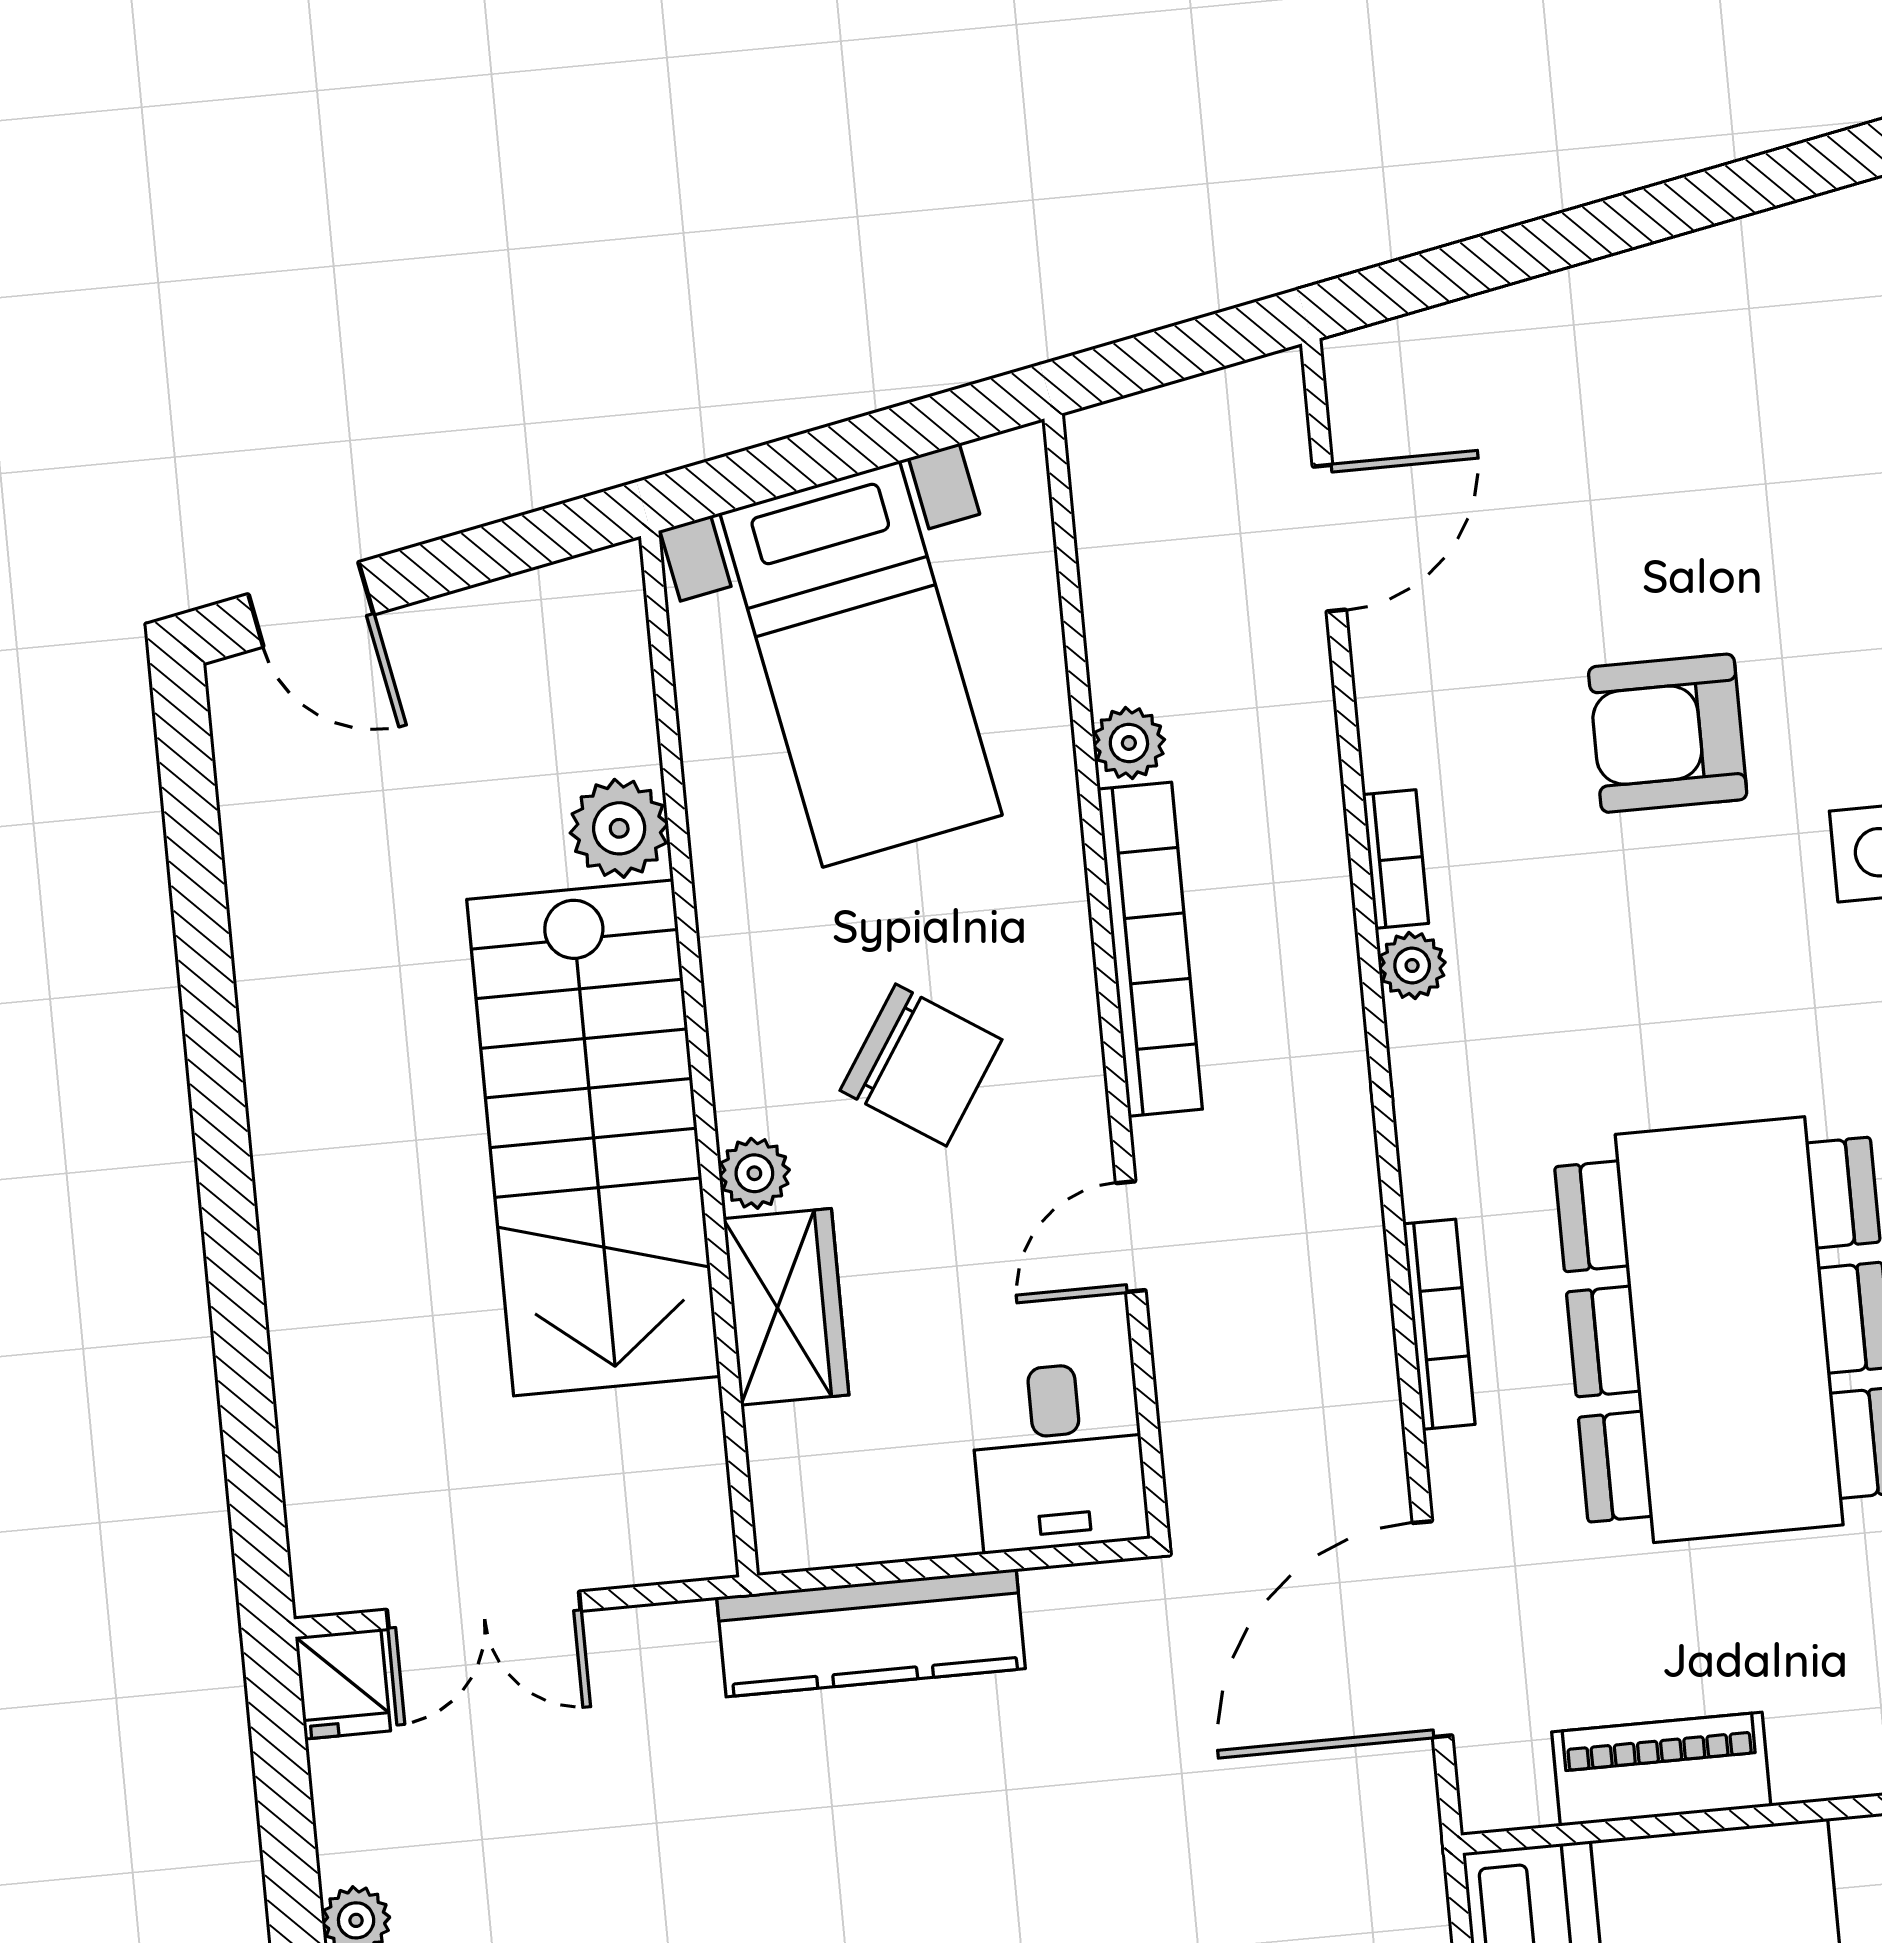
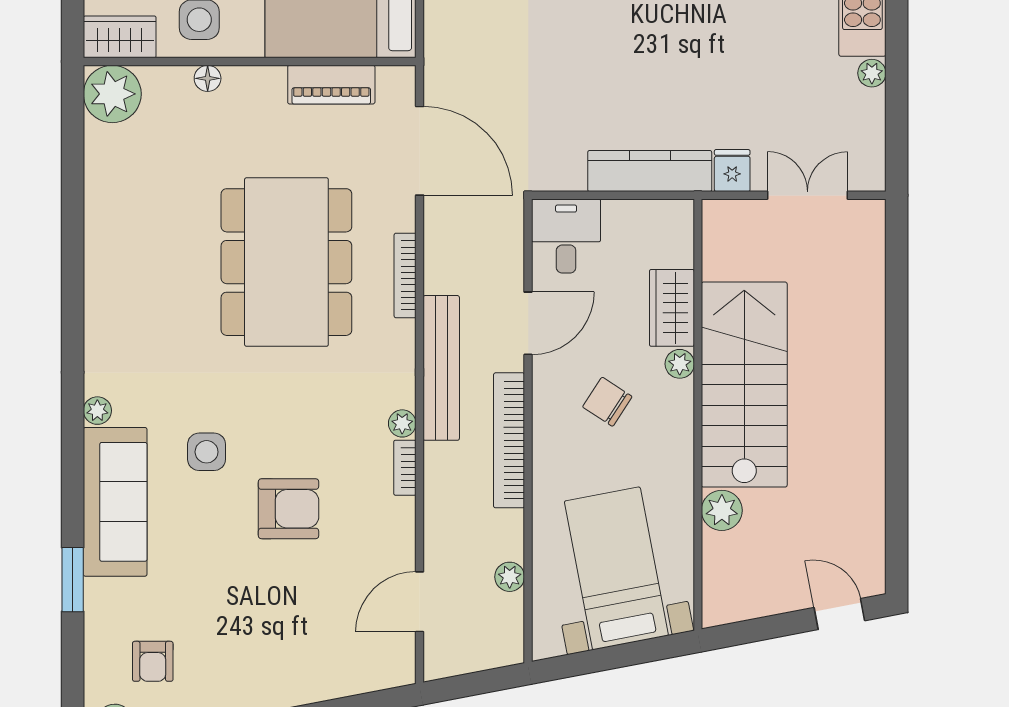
plant: (1129, 743) -> (510, 577), moved
chair: (921, 1065) -> (607, 402), width x0.73, depth x0.73
bench: (1330, 1109) -> (441, 368), added
door: (1131, 1237) -> (528, 323), width x1.38
door: (1432, 1629) -> (420, 151), hinge flipped
fridge: (343, 1684) -> (732, 171), moved

